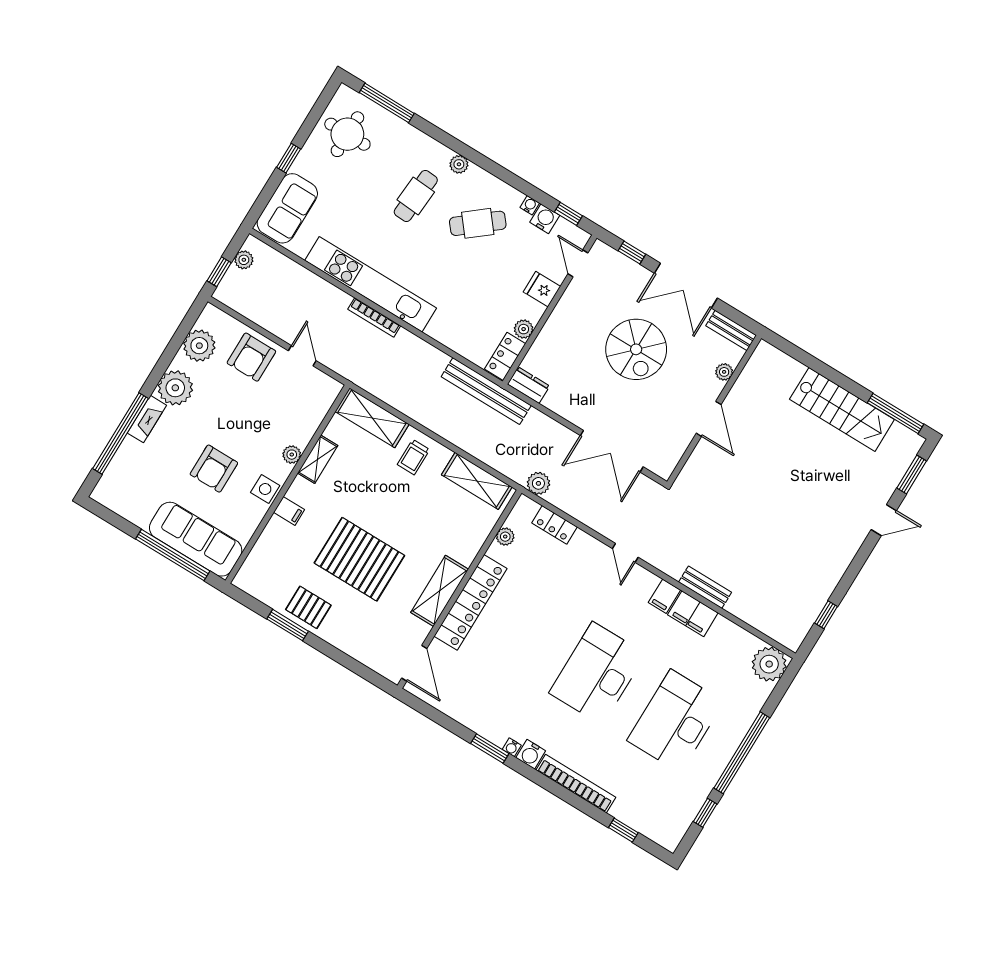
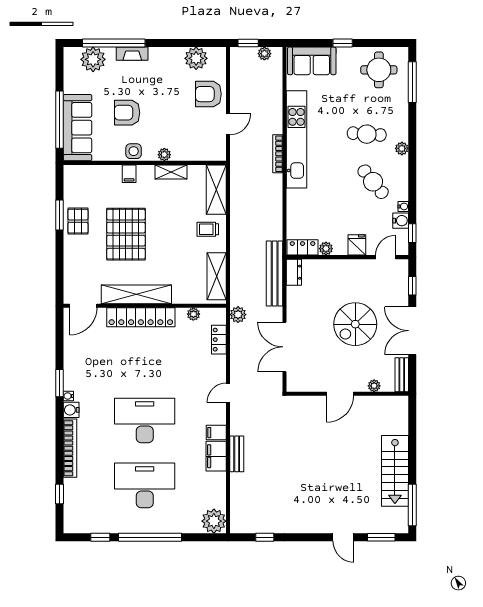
plant: (175, 388) -> (93, 59), moved
bench: (486, 391) -> (275, 274), moved
shelving: (440, 591) -> (136, 294), width x1.47

